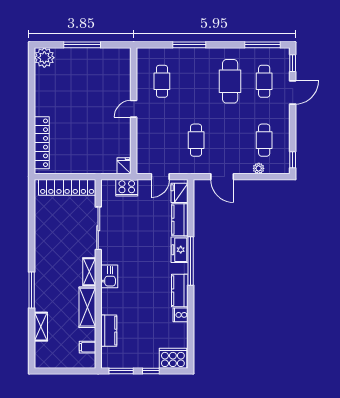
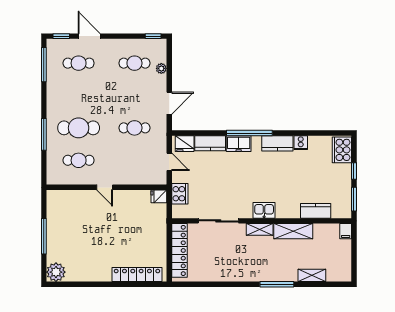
cafe table: (230, 81) -> (79, 128), moved
filing cabinet: (87, 347) -> (346, 231), moved

